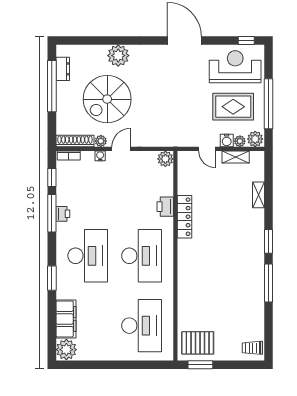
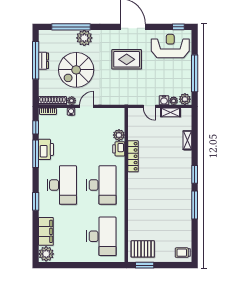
window: (100, 41) -> (71, 27), added
dresser: (63, 69) -> (43, 61), moved
rug: (233, 107) -> (127, 59), moved
plant: (165, 159) -> (119, 135), moved
printer: (63, 214) -> (46, 149), width x1.87, depth x1.48

